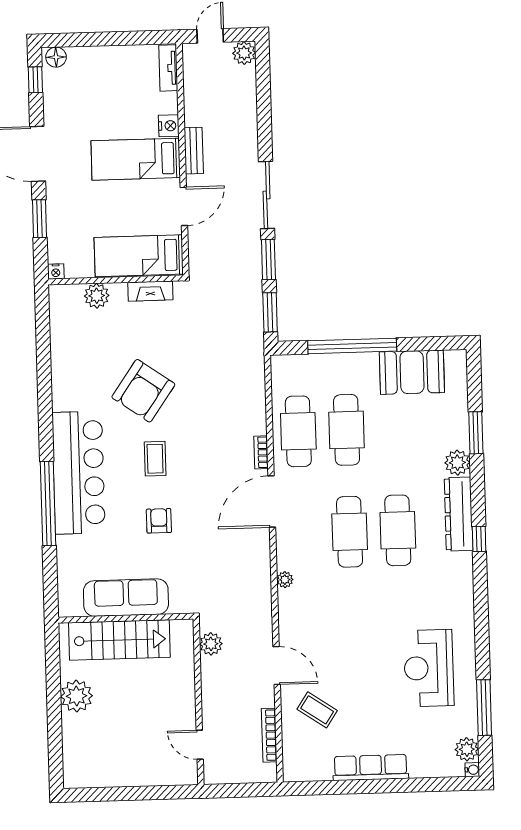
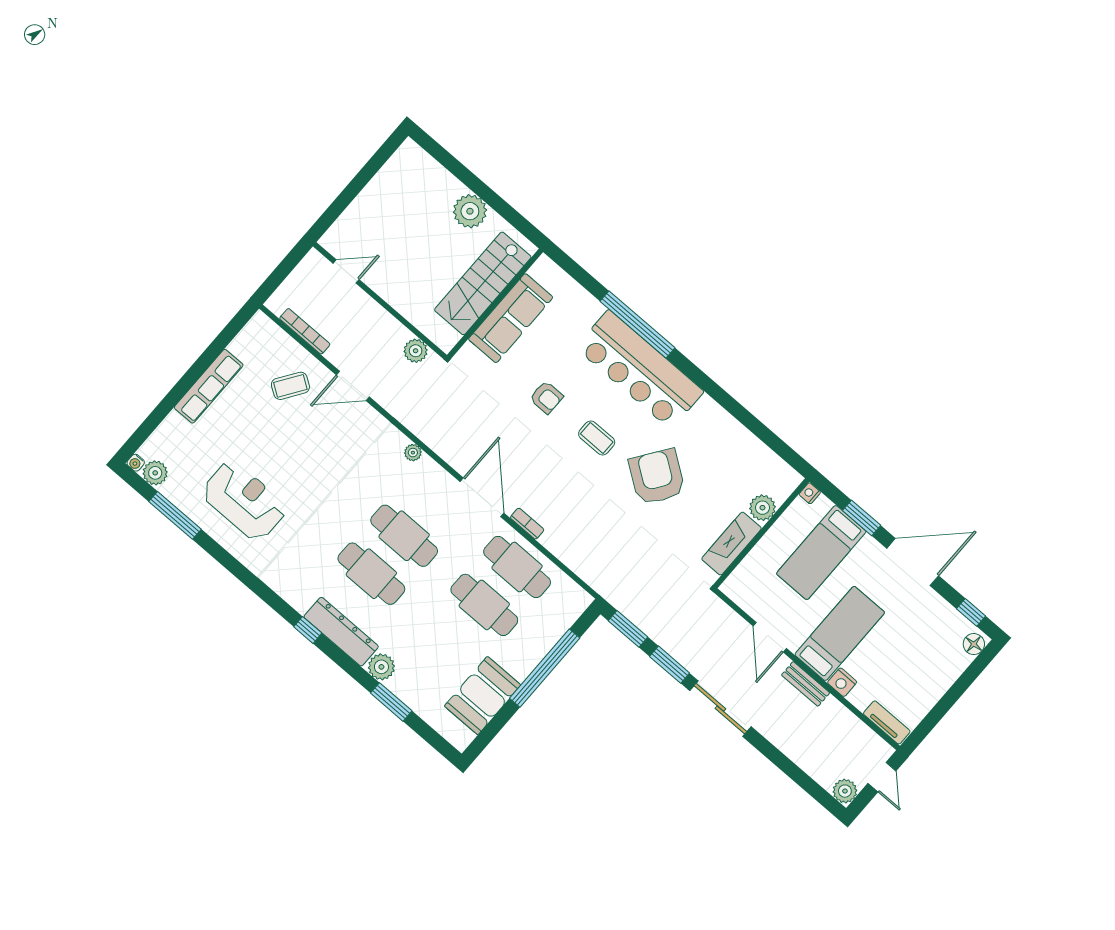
bed: (139, 256) -> (821, 553), moved, turned 180
fireplace: (150, 291) -> (732, 544), width x1.37, depth x1.32

